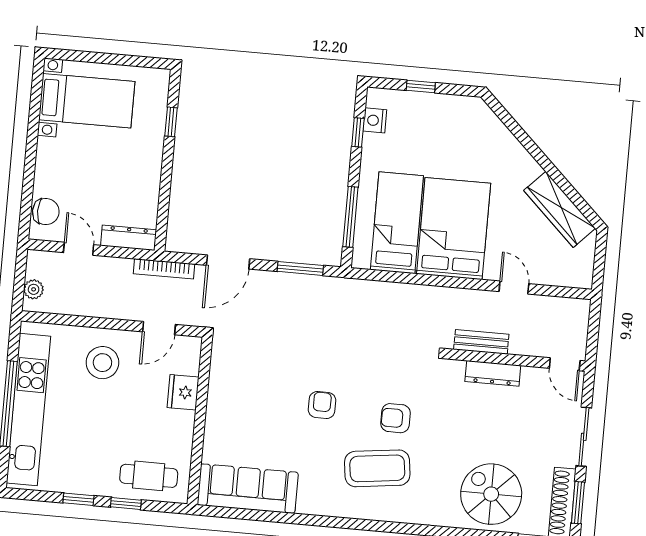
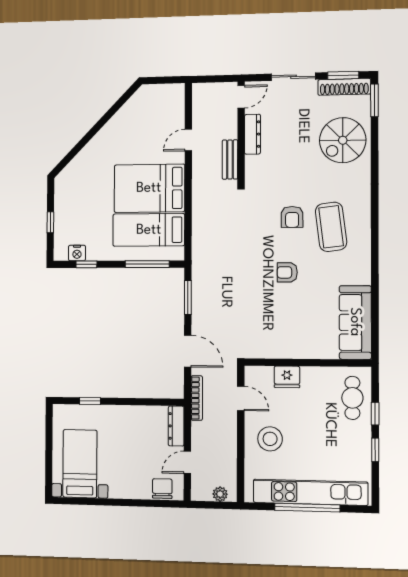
wardrobe: (560, 209) -> (129, 113), removed
dresser: (493, 373) -> (252, 134), moved

